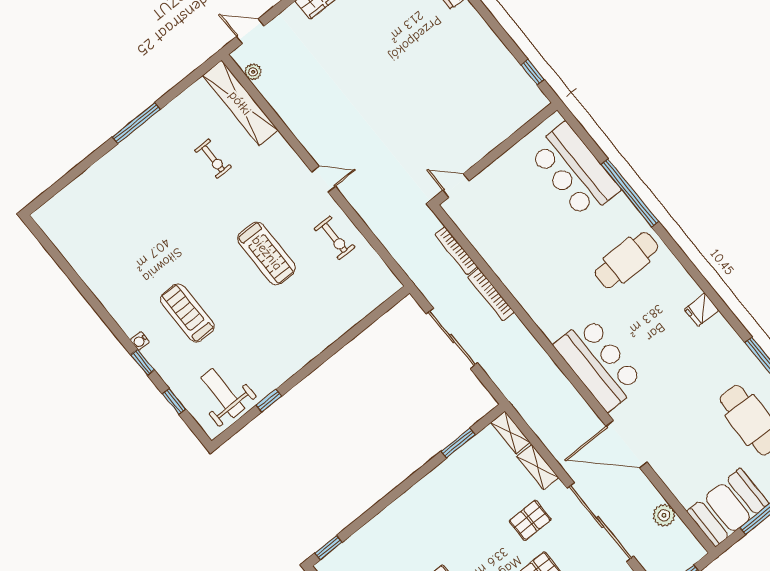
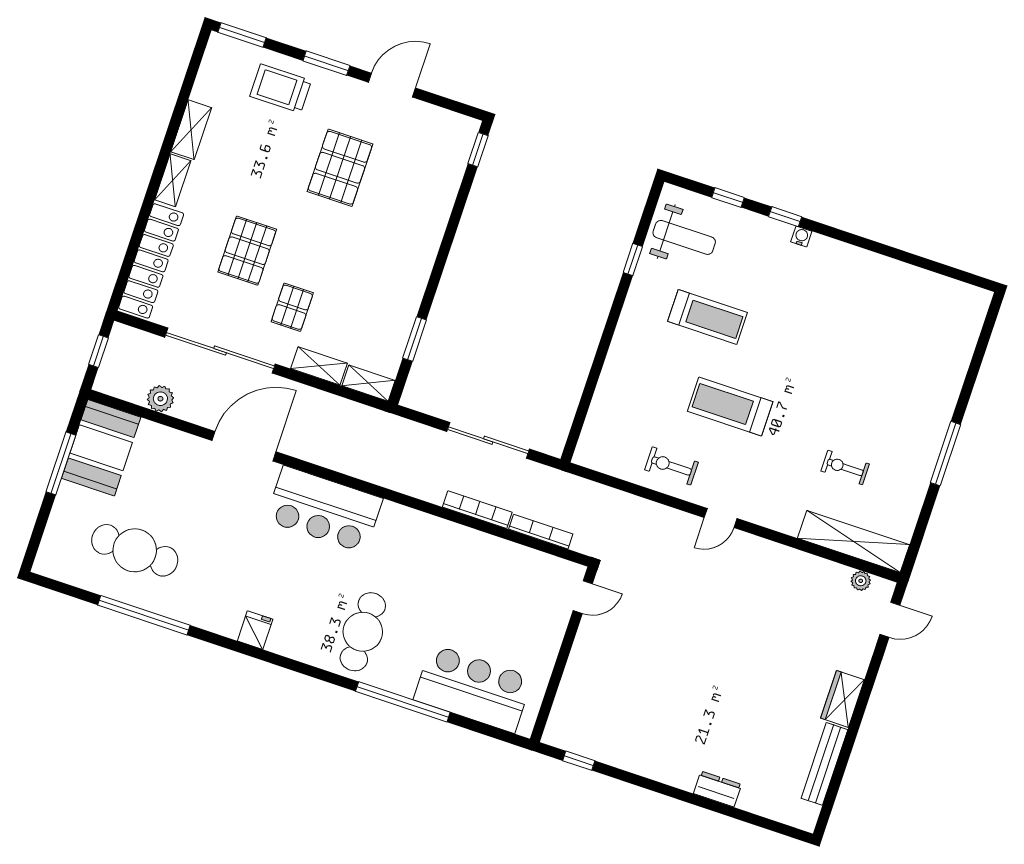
treadmill: (187, 313) -> (708, 317), moved

